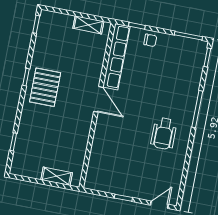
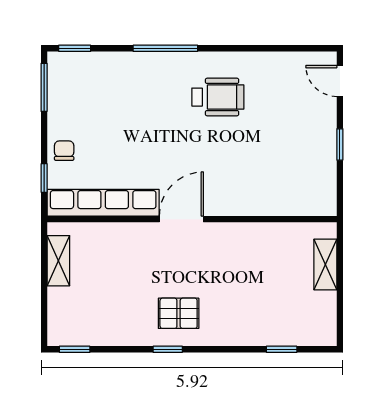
pallet: (45, 87) -> (179, 313), width x0.67, depth x0.71

